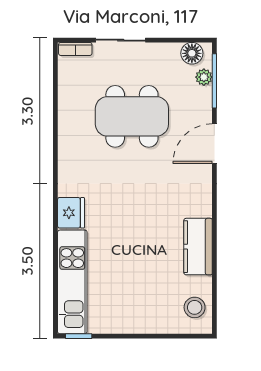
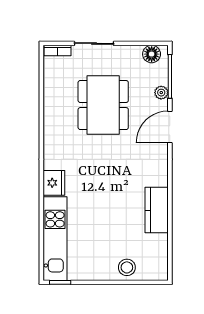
plant: (204, 77) -> (161, 93), moved
dining table: (132, 116) -> (103, 105), turned 90
stool: (195, 307) -> (127, 267), moved

